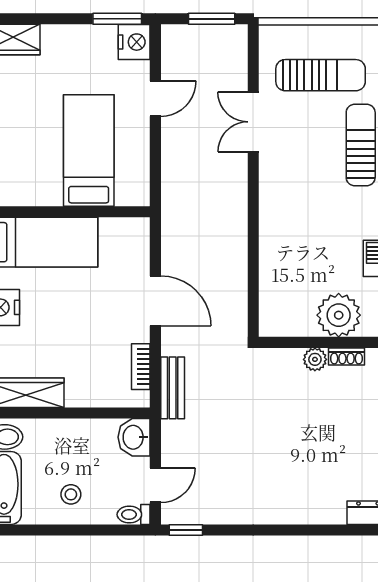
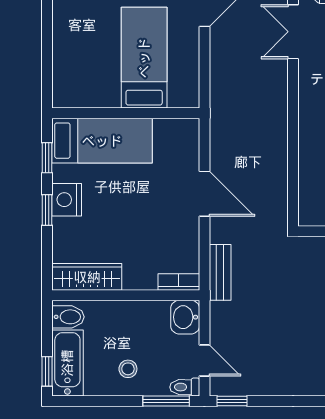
bookcase: (141, 367) -> (179, 282), moved, turned 90
door: (155, 485) -> (204, 360), hinge flipped
window: (113, 530) -> (166, 401), added

